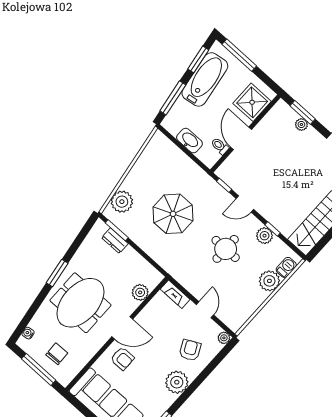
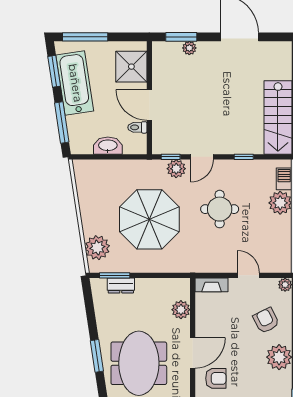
parasol: (173, 214) -> (149, 219), width x1.36, depth x1.36
plant: (265, 236) -> (176, 169), moved

